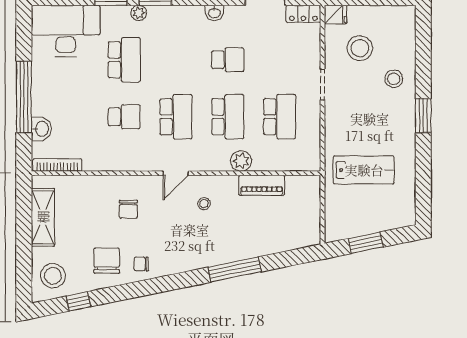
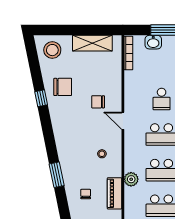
door: (176, 173) -> (123, 121), moved
chair: (141, 264) -> (86, 194), moved
window: (235, 270) -> (57, 175), width x0.69
window: (78, 301) -> (41, 98), moved

